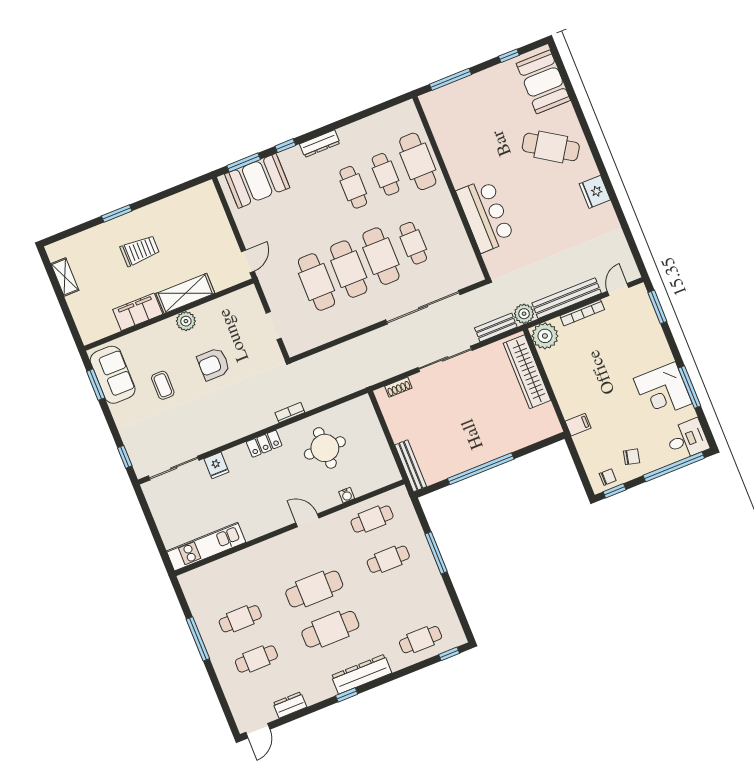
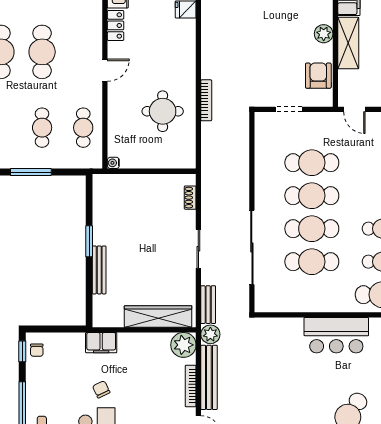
bar counter: (485, 215) -> (336, 335), moved
cafe table: (413, 243) -> (312, 262), width x1.37, depth x1.35
sliding door: (445, 359) -> (198, 249), width x0.73
armchair: (213, 364) -> (318, 76), moved
bookcase: (290, 413) -> (206, 100), width x1.56
filing cabinet: (578, 425) -> (101, 343), width x2.00
locker: (264, 444) -> (116, 25), moved, turned 180
chair: (631, 457) -> (101, 389), moved, turned 141
bench: (411, 466) -> (99, 270), moved, turned 90
window: (481, 469) -> (89, 241), width x0.47
water cooler: (347, 495) -> (113, 163), moved

